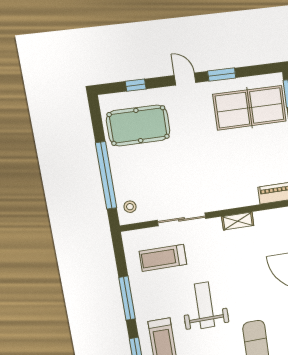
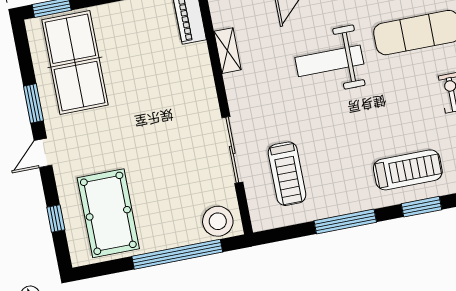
stool: (130, 207) -> (218, 221), width x1.89, depth x1.89
shelving: (238, 221) -> (227, 51), moved
weight bench: (205, 305) -> (329, 61), moved

